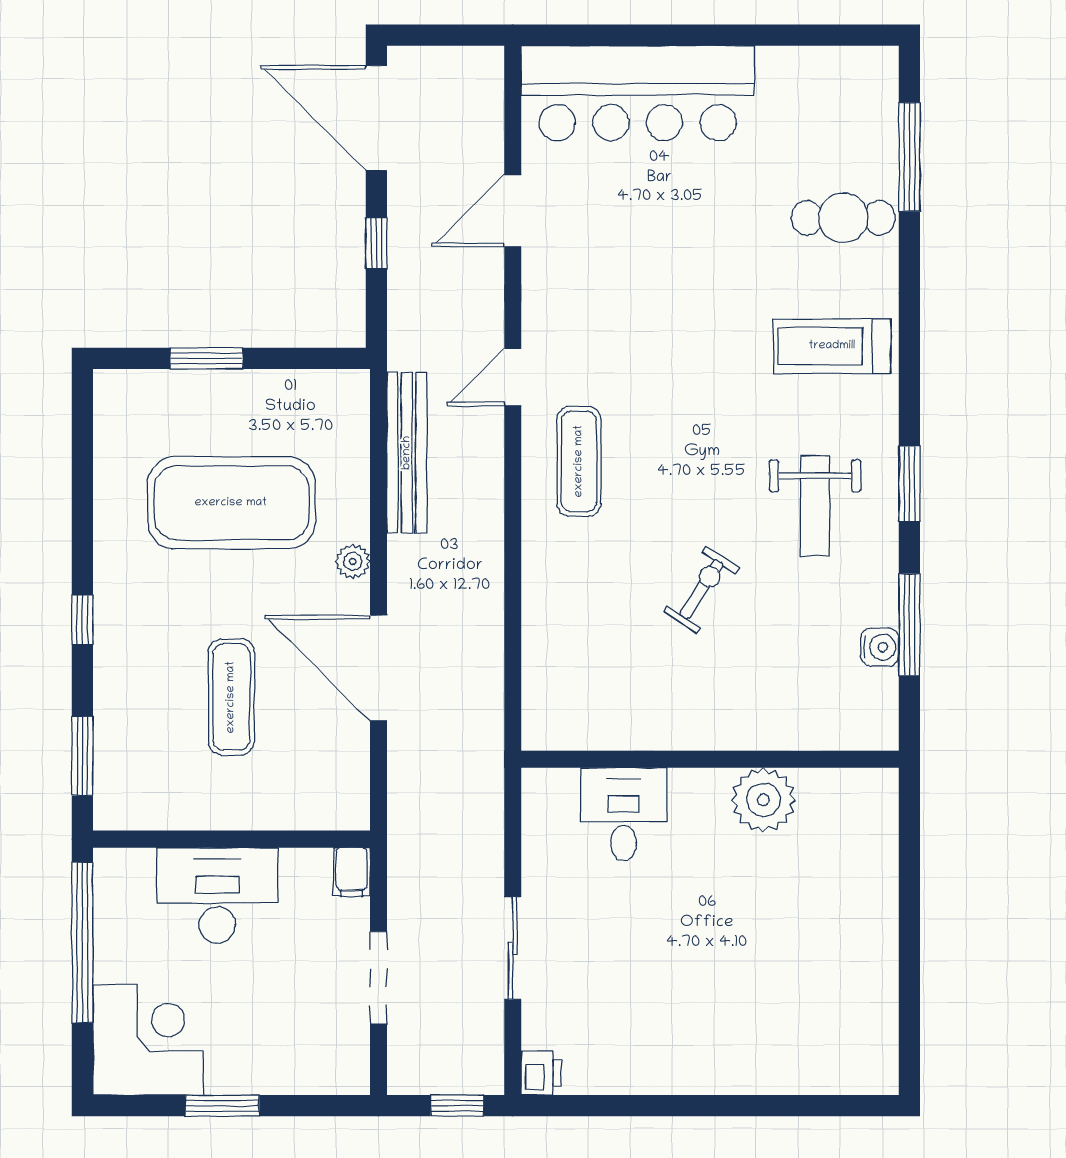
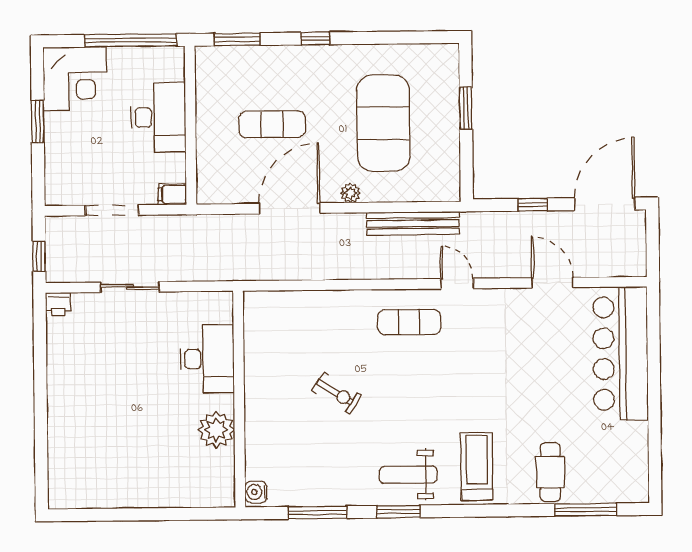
weight bench: (815, 506) -> (408, 475), moved
water cooler: (880, 647) -> (256, 492), moved, turned 90
desk: (624, 814) -> (207, 359), width x1.37

